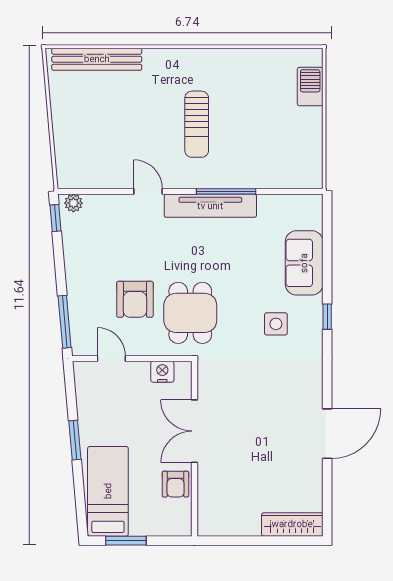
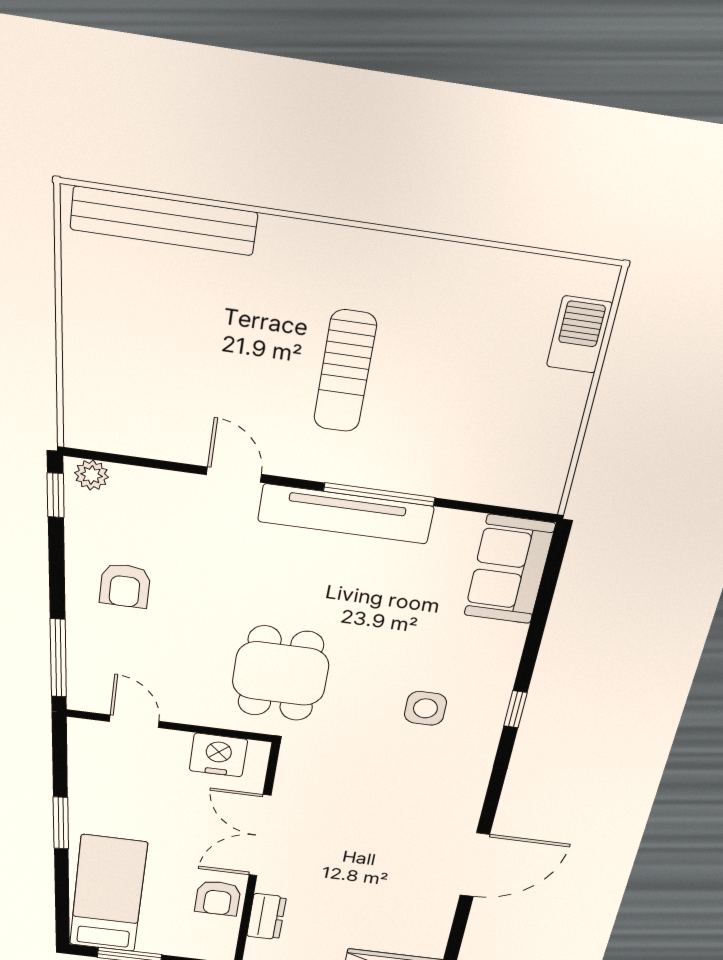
sofa: (304, 263) -> (509, 570), moved
armchair: (135, 299) -> (125, 586), moved, width x0.72, depth x0.72
nightstand: (162, 372) -> (218, 755), width x1.36, depth x1.33
dresser: (207, 494) -> (266, 917), added

